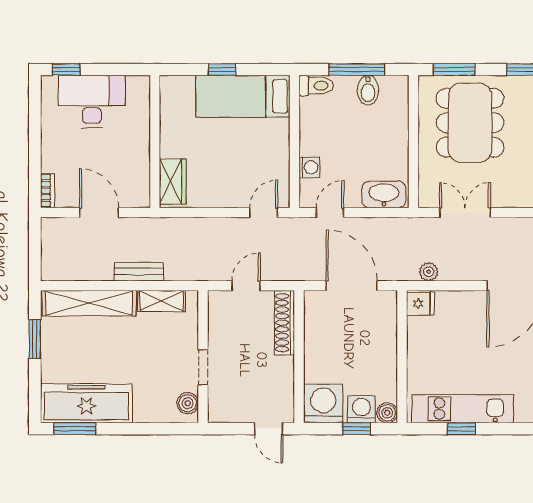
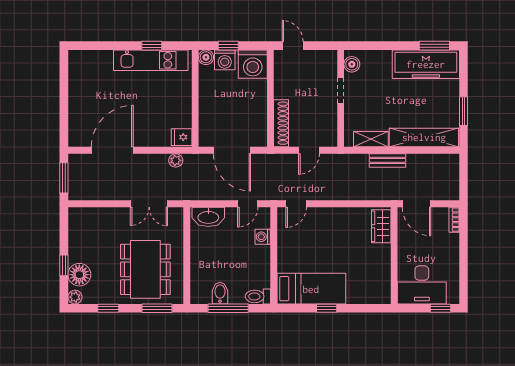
wall: (155, 142) -> (394, 256), moved
wardrobe: (173, 182) -> (381, 226), moved

